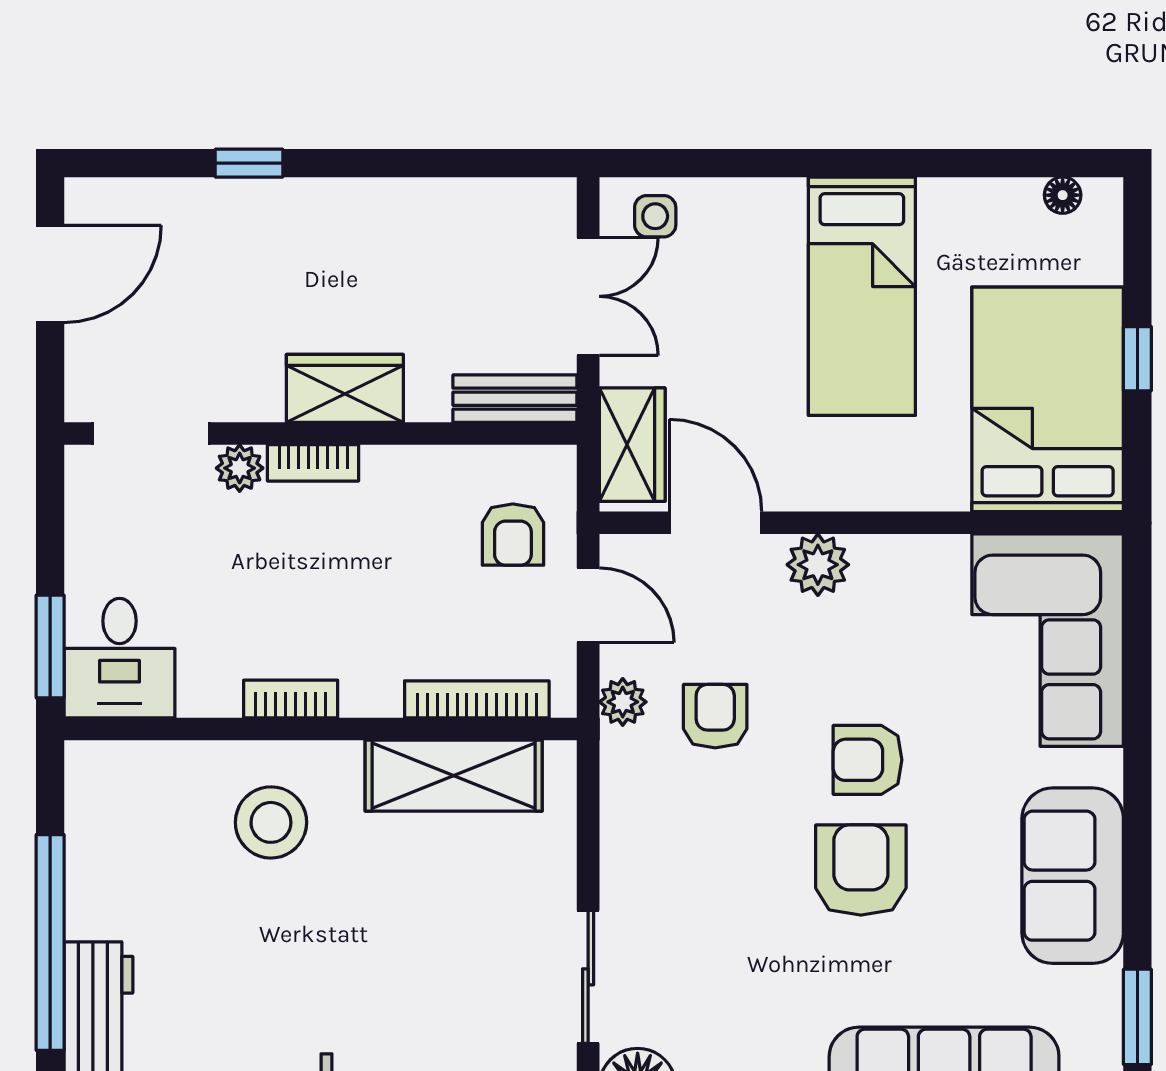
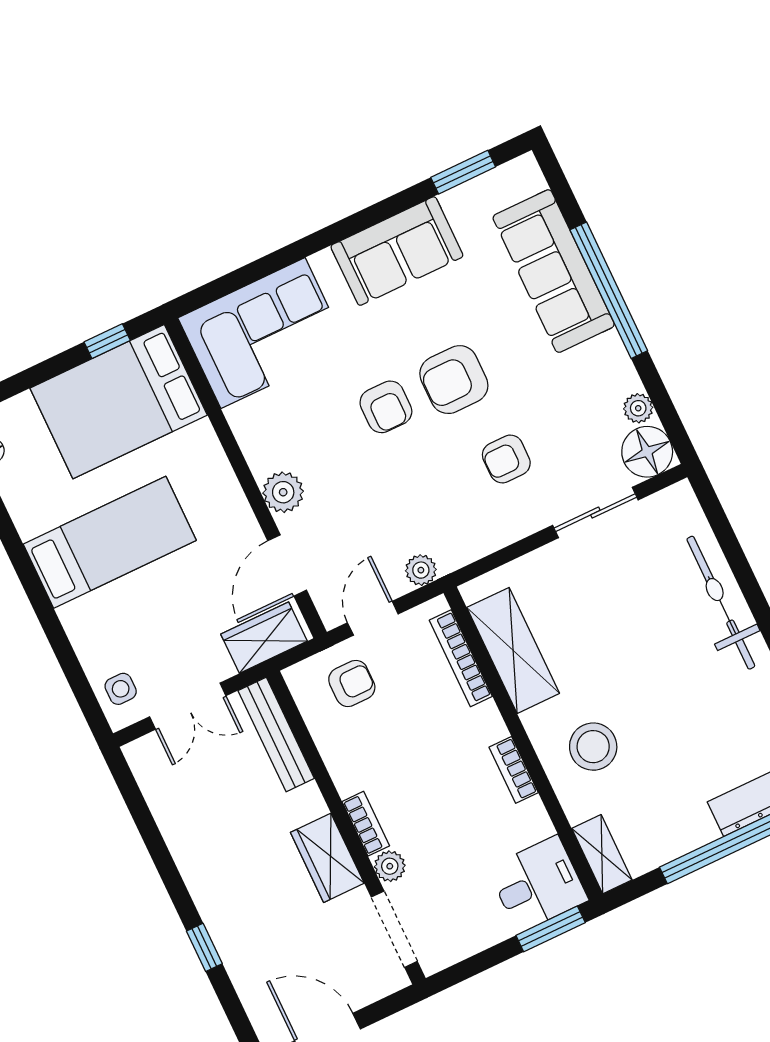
double door: (588, 296) -> (188, 706), swing flipped
window: (1137, 359) -> (107, 341), moved
wardrobe: (345, 388) -> (327, 858), moved
bench: (515, 399) -> (276, 734), width x1.36
armchair: (715, 716) -> (506, 459), moved
shelving: (119, 765) -> (602, 854), added

